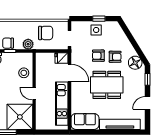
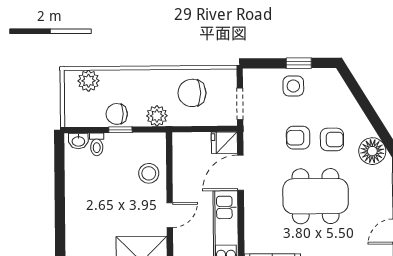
chair: (46, 33) -> (192, 93), turned 180
door: (70, 73) -> (241, 173), swing flipped
door: (34, 94) -> (170, 215), swing flipped

